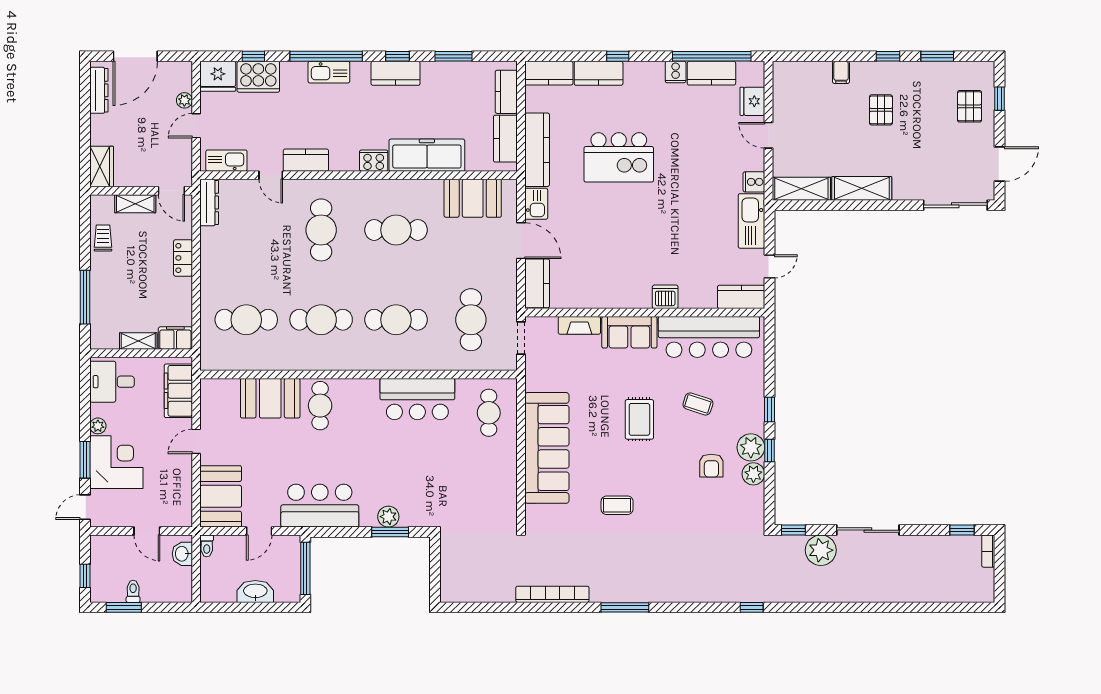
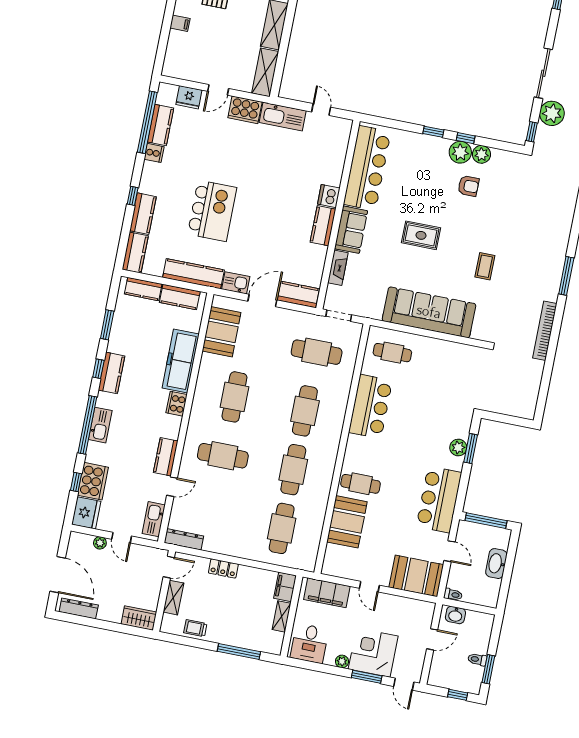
cooker: (754, 182) -> (245, 110), width x1.87, depth x1.31
kitchen counter: (741, 297) -> (323, 226), moved
coffee table: (698, 404) -> (418, 187), removed

